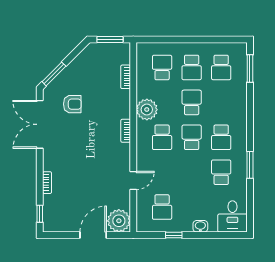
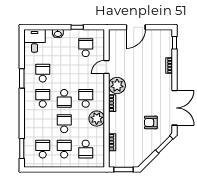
school desk: (192, 102) -> (64, 124), turned 180
school desk: (221, 172) -> (43, 73), turned 180
plant: (119, 221) -> (117, 85), moved

